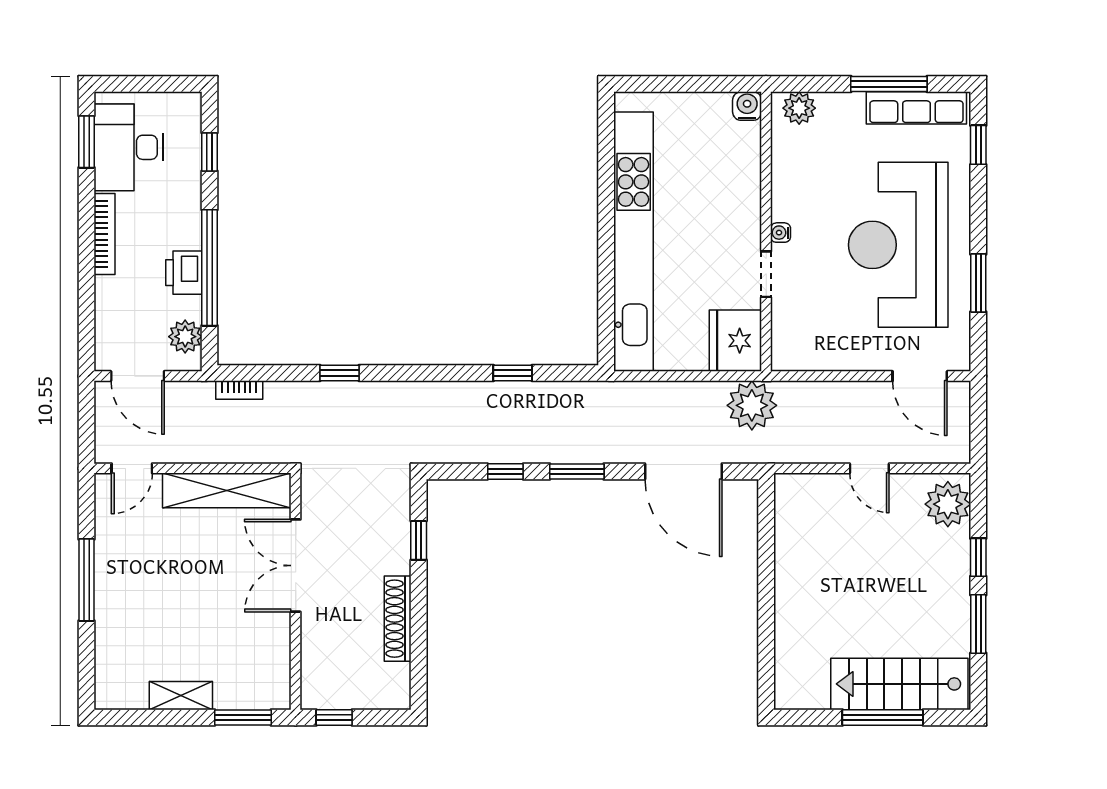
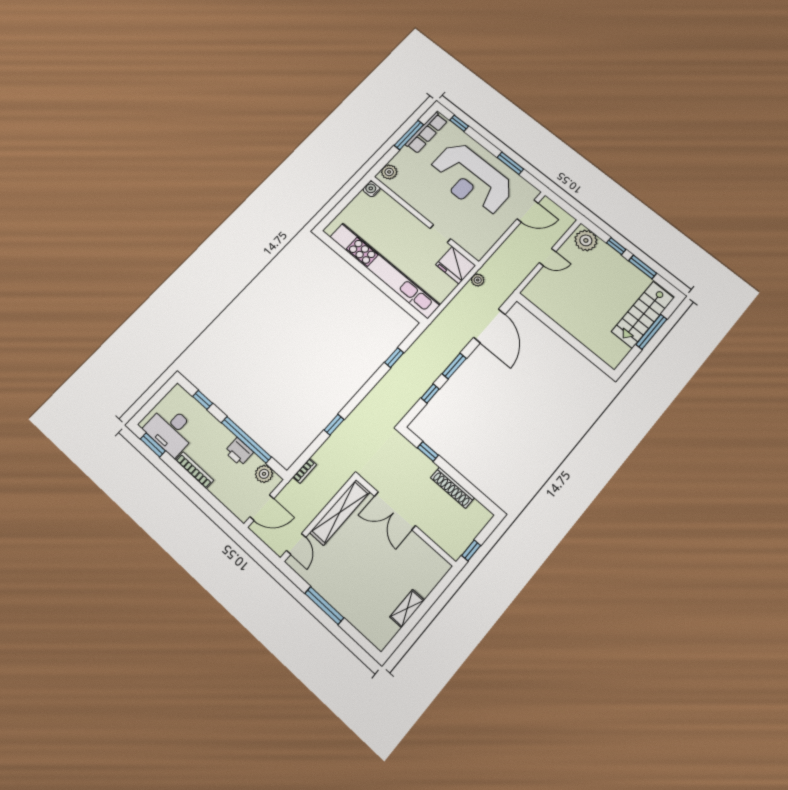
water cooler: (781, 233) -> (429, 216), removed
plant: (752, 405) -> (478, 280), width x0.53, depth x0.53
door: (683, 471) -> (489, 326), hinge flipped
window: (243, 717) -> (439, 590), removed

